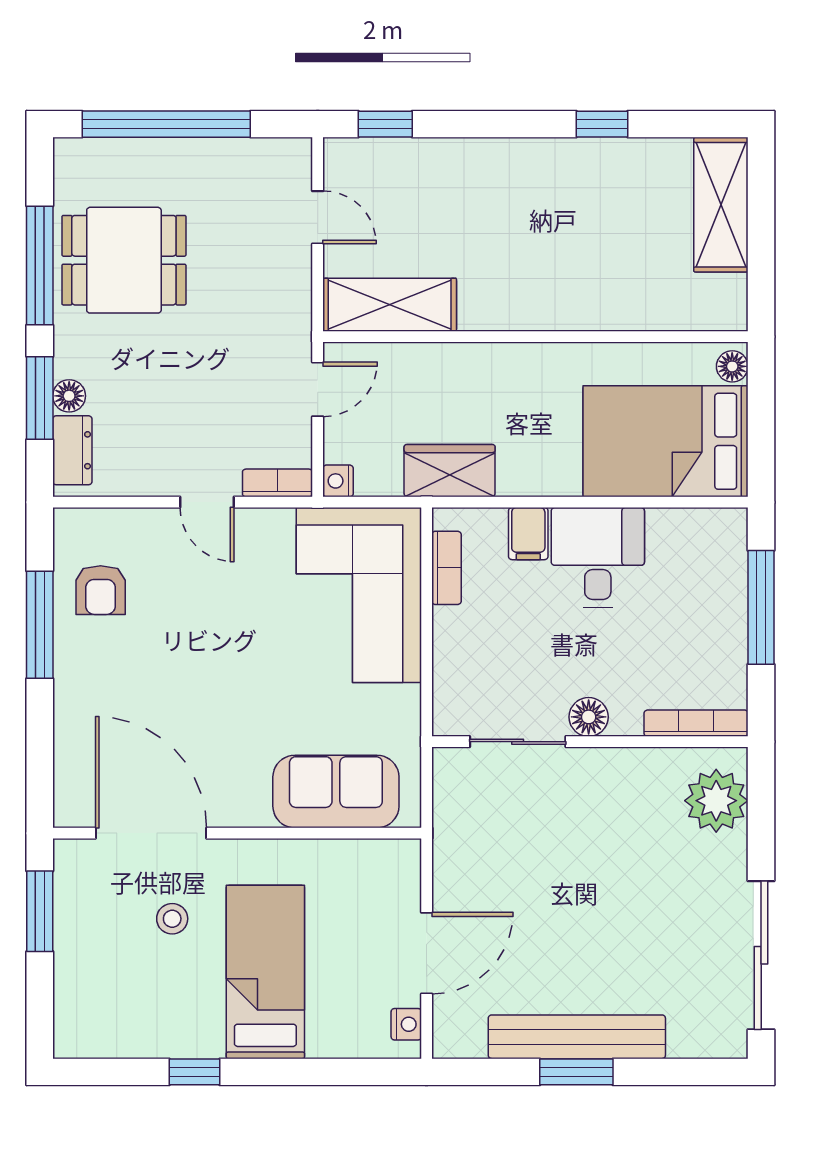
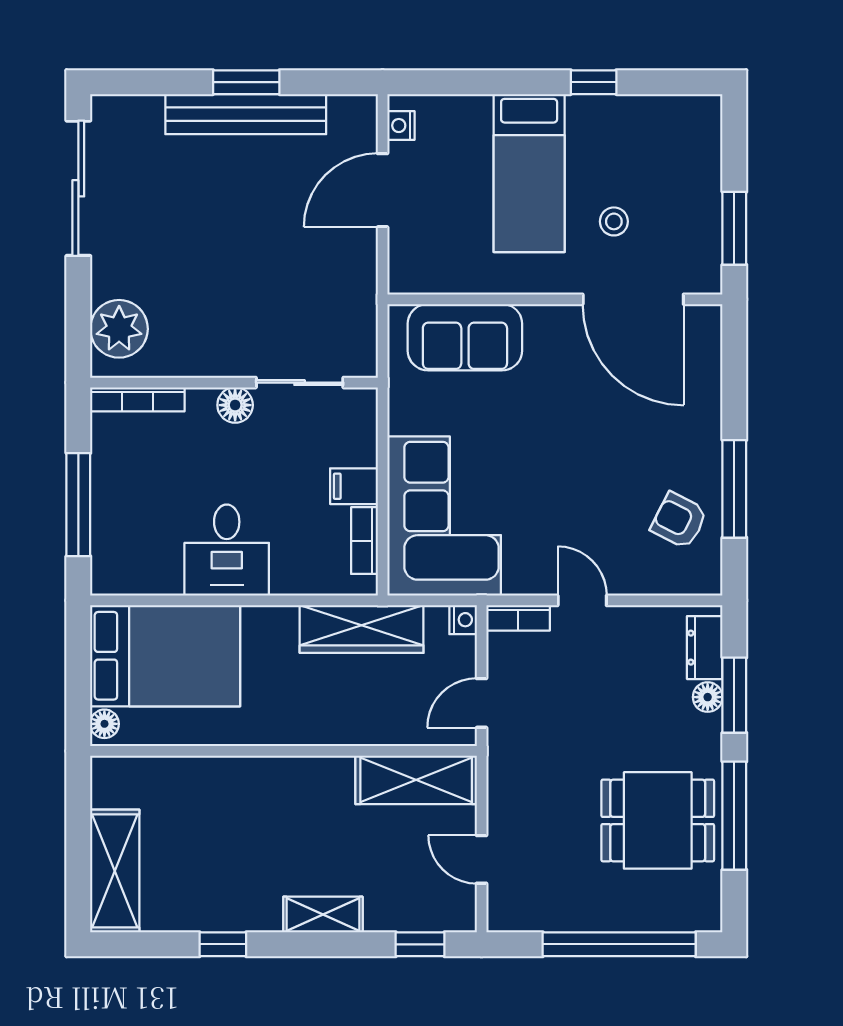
shelving: (492, 157) -> (323, 915), added
wardrobe: (450, 471) -> (362, 629), width x1.50
filing cabinet: (528, 534) -> (354, 486), moved, turned -90
armchair: (101, 590) -> (679, 520), turned -63

